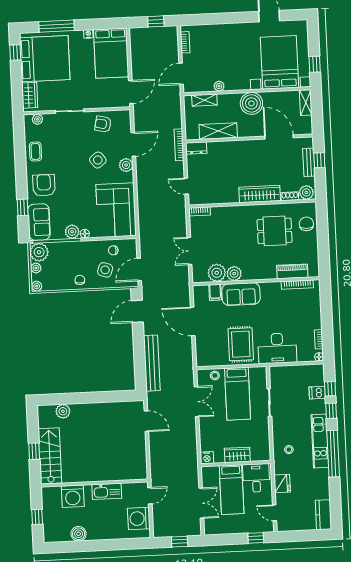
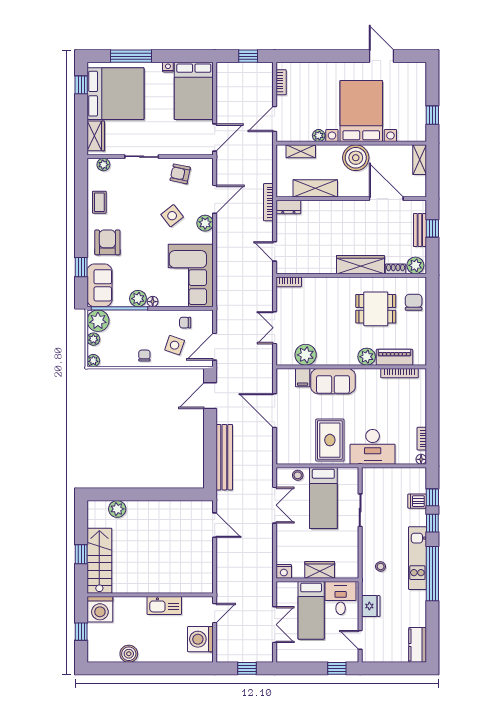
bed with nightstands: (280, 62) -> (361, 111), moved
plant: (234, 274) -> (367, 357), moved
washing machine: (73, 496) -> (100, 609), moved

